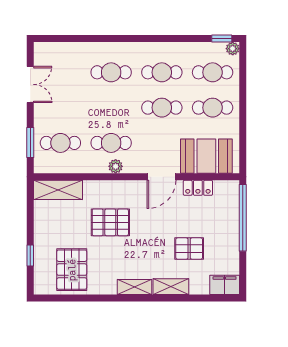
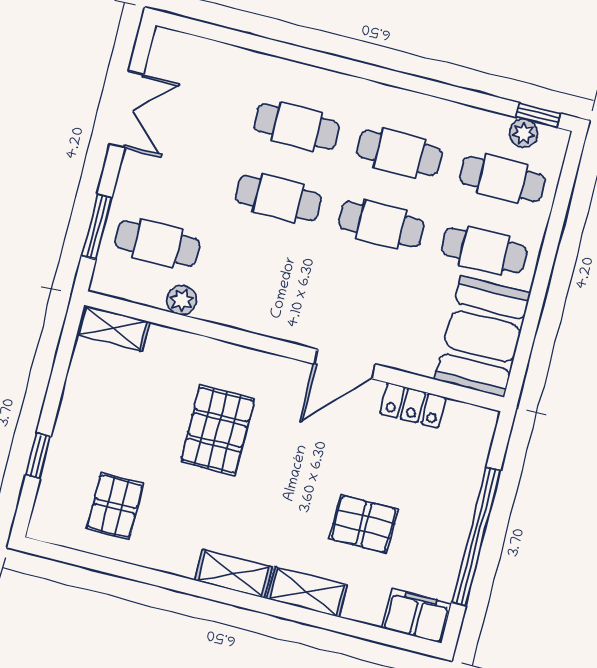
plant: (233, 49) -> (524, 133), moved
cafe table: (111, 143) -> (278, 198), moved
booth: (206, 156) -> (483, 336), moved, turned 90
plant: (116, 166) -> (182, 300), moved
shelving: (58, 190) -> (113, 328), width x0.67, depth x0.75
window: (243, 218) -> (476, 536), moved
pallet: (110, 222) -> (217, 430), turned 90
pallet: (72, 270) -> (115, 506), width x0.67, depth x0.71

